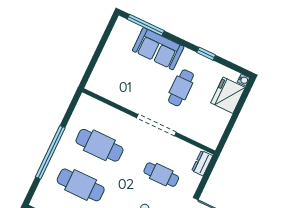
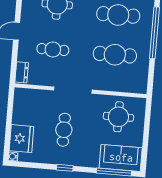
sofa: (158, 49) -> (121, 158), moved
window: (206, 54) -> (65, 168), moved
round table: (120, 80) -> (118, 117), added

